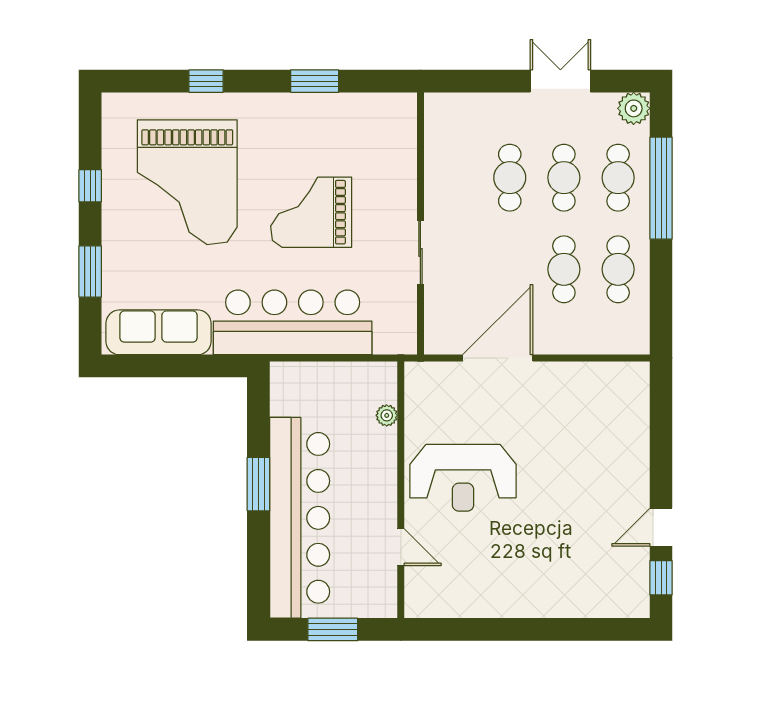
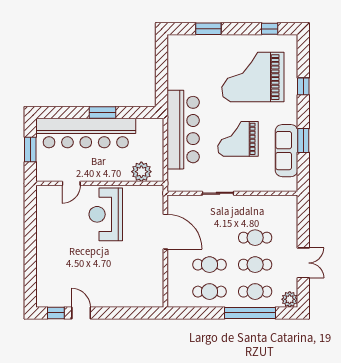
window: (90, 186) -> (270, 29), moved
grand piano: (311, 212) -> (238, 139), turned -90
sofa: (159, 332) -> (287, 151), moved, turned 180
plant: (387, 415) -> (141, 172), width x1.88, depth x1.88

